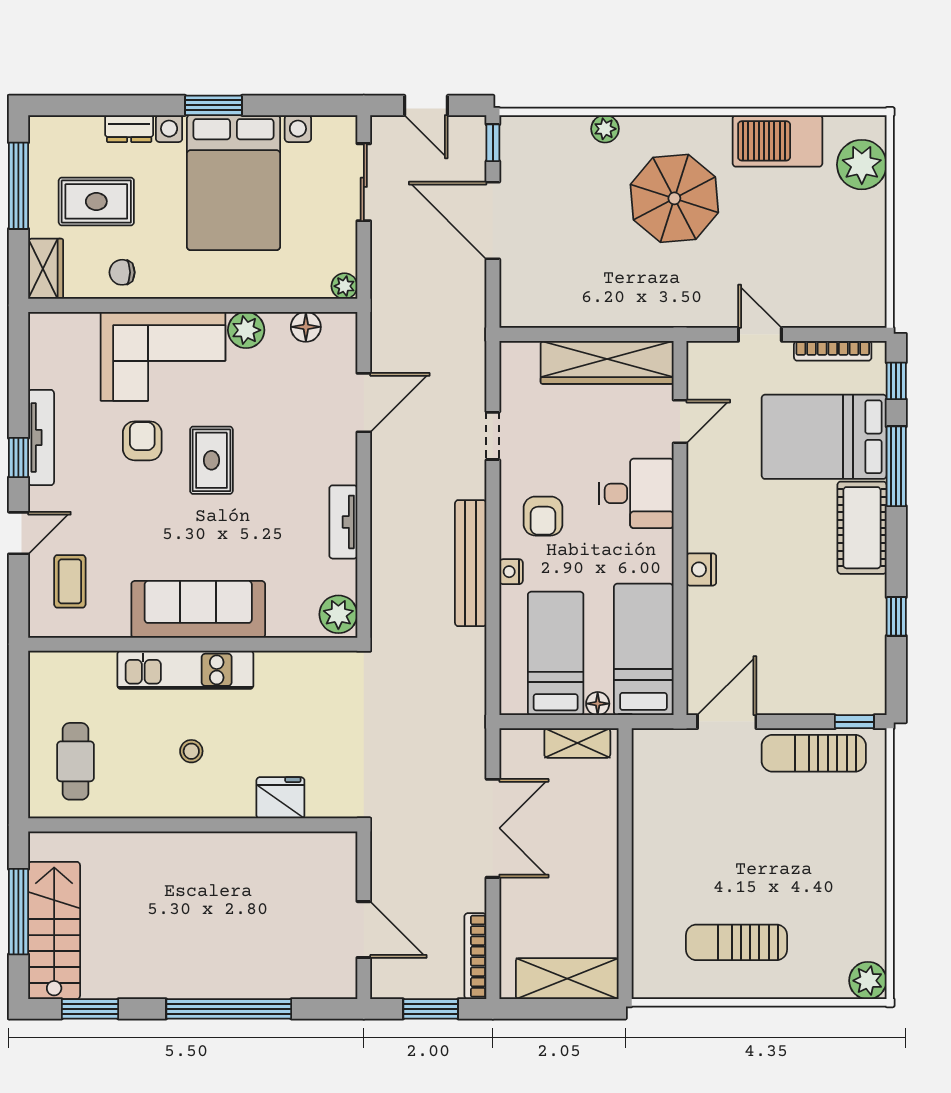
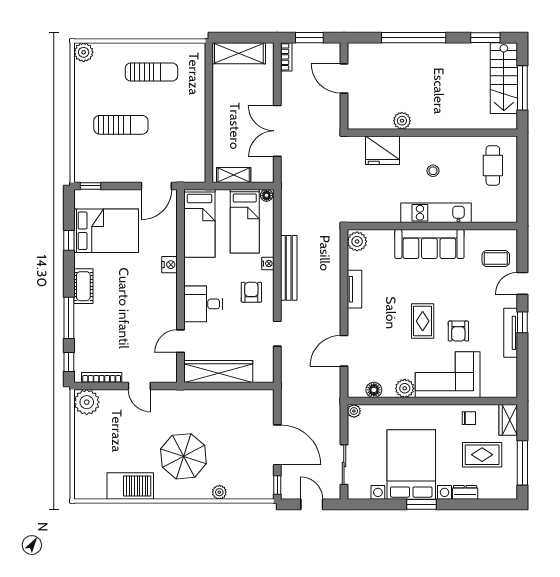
plant: (862, 165) -> (87, 402), moved
bed: (824, 437) -> (106, 231), moved
cot: (862, 528) -> (83, 286), width x0.73, depth x0.75
coffee table: (70, 581) -> (496, 258), turned 90
floor lamp: (598, 704) -> (267, 195), moved
sun lounger: (814, 753) -> (121, 125), moved
fridge: (280, 798) -> (382, 150), width x1.36, depth x1.34
plant: (251, 848) -> (402, 121), added
bookcase: (475, 956) -> (286, 57), width x0.64

